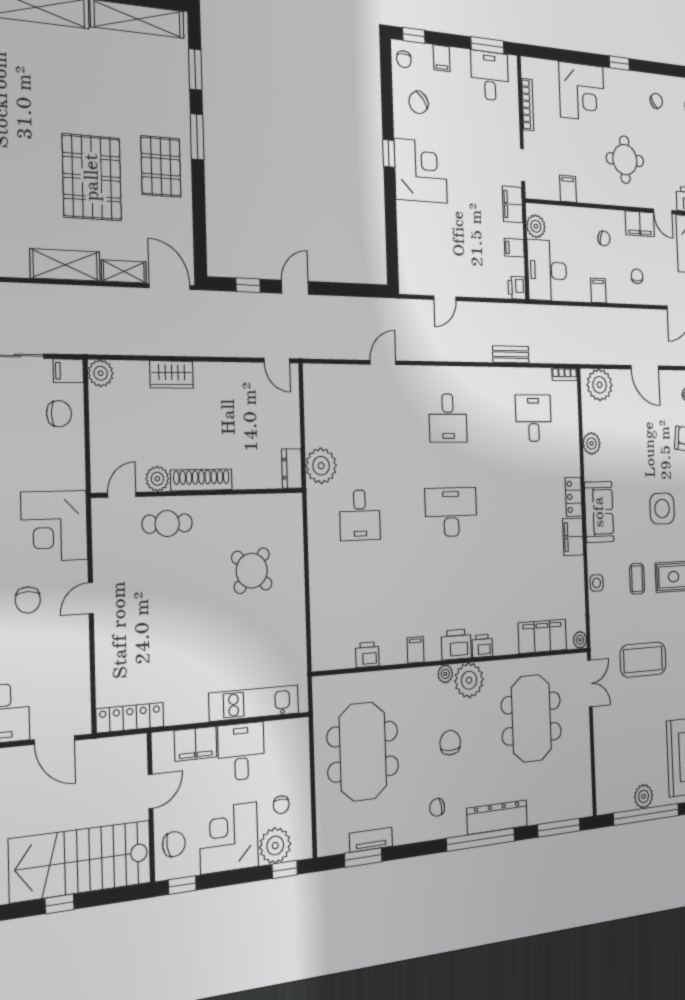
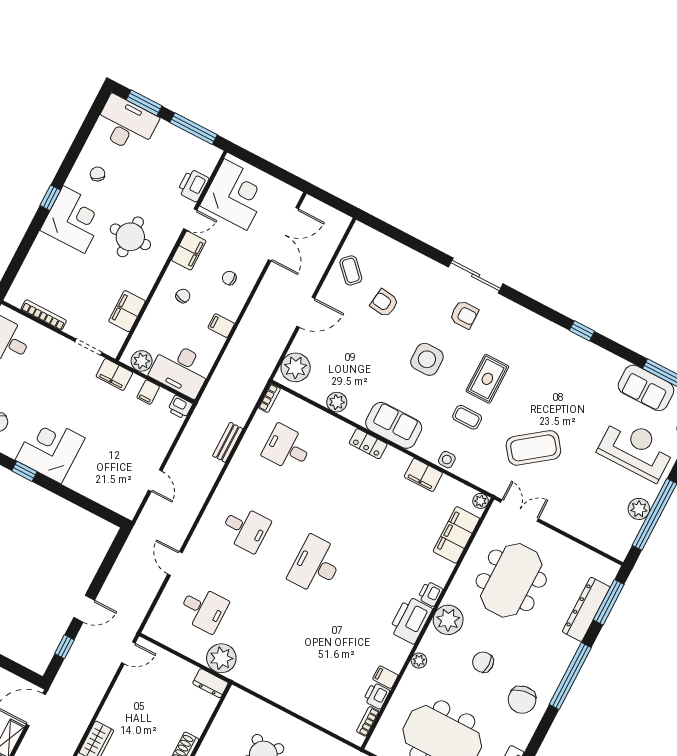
corner desk: (582, 92) -> (74, 220), moved
filing cabinet: (568, 189) -> (127, 311), width x2.00
door: (295, 287) -> (84, 609), swing flipped
desk: (360, 515) -> (203, 609), moved
filing cabinet: (573, 537) -> (423, 475), moved
printer: (456, 644) -> (411, 620), width x1.37, depth x1.19
filing cabinet: (416, 650) -> (385, 677), moved
coffee table: (643, 660) -> (533, 448), turned 53
bookcase: (339, 662) -> (368, 721), added
plant: (445, 674) -> (419, 661), moved
meeting table: (531, 718) -> (511, 580), turned 90
chair: (437, 807) -> (522, 700), width x1.87, depth x1.87
dresser: (497, 817) -> (586, 609), moved

